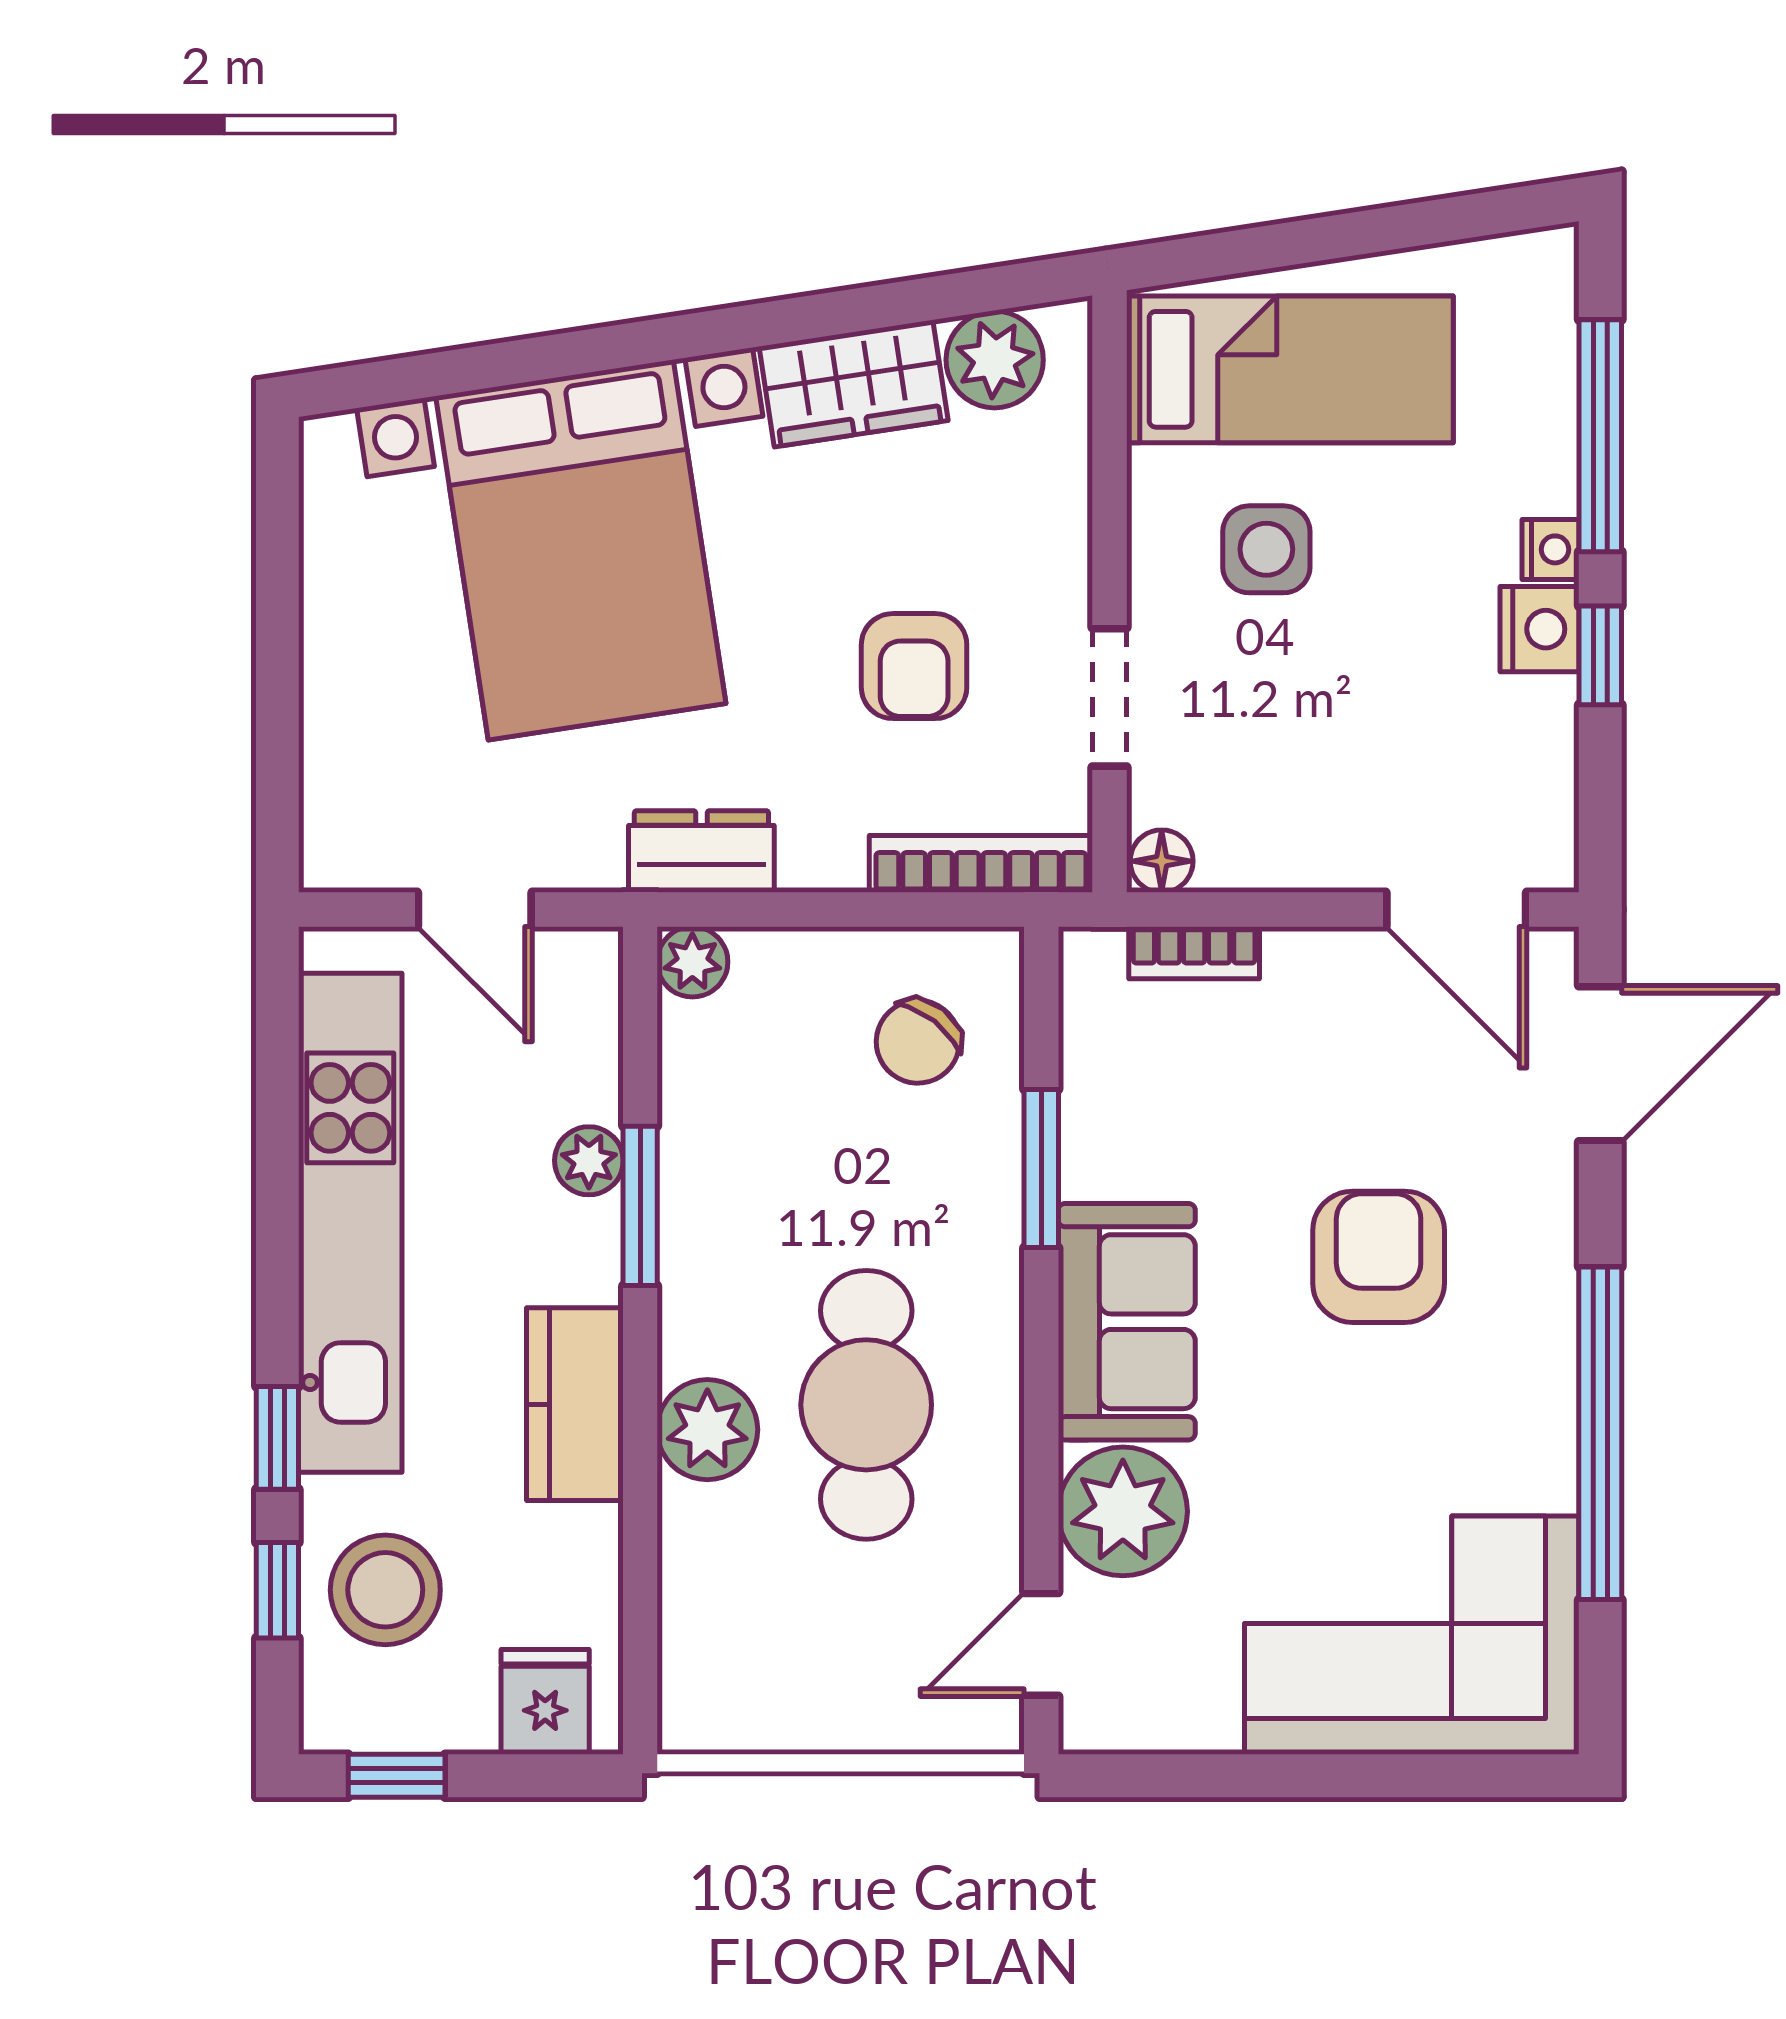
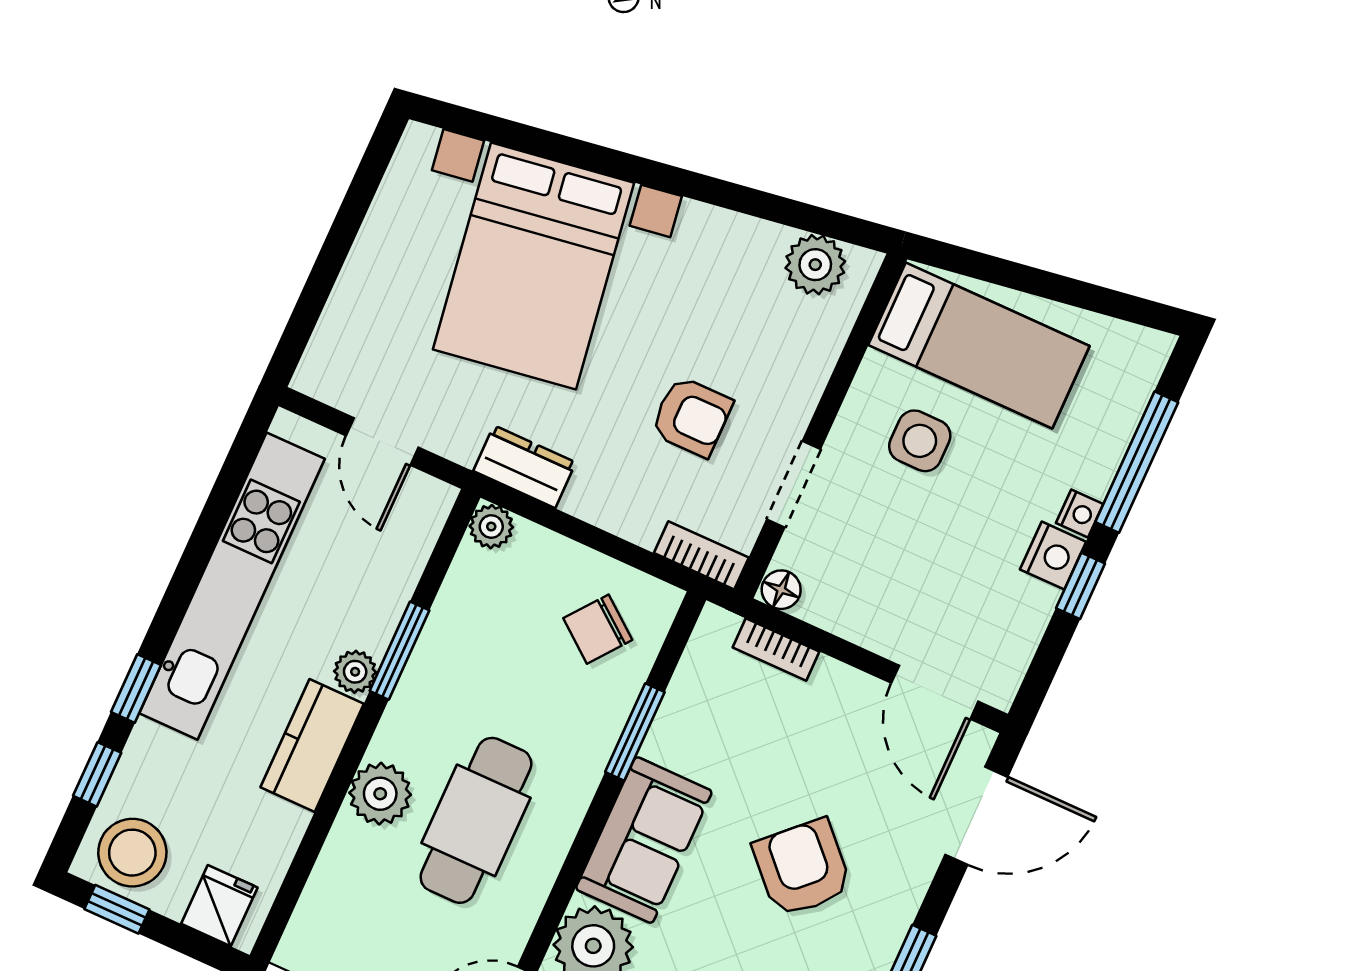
wardrobe: (854, 384) -> (730, 242), removed
armchair: (914, 666) -> (692, 417), turned -90
bookcase: (981, 864) -> (701, 555), width x0.64
plant: (589, 1161) -> (355, 672), moved
armchair: (1379, 1257) -> (802, 868), turned -44
stool: (385, 1590) -> (132, 853), moved

